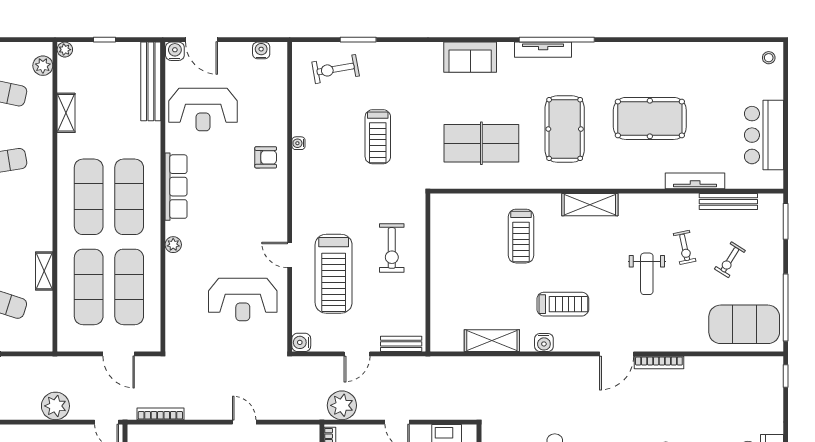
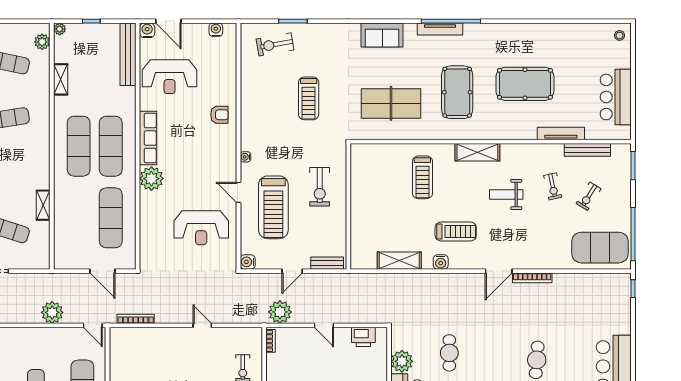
water cooler: (298, 143) -> (245, 157), moved
plant: (173, 245) -> (151, 179), width x1.87, depth x1.87
weight bench: (647, 274) -> (506, 194), moved, turned 90
exercise mat: (89, 287) -> (79, 218), removed

